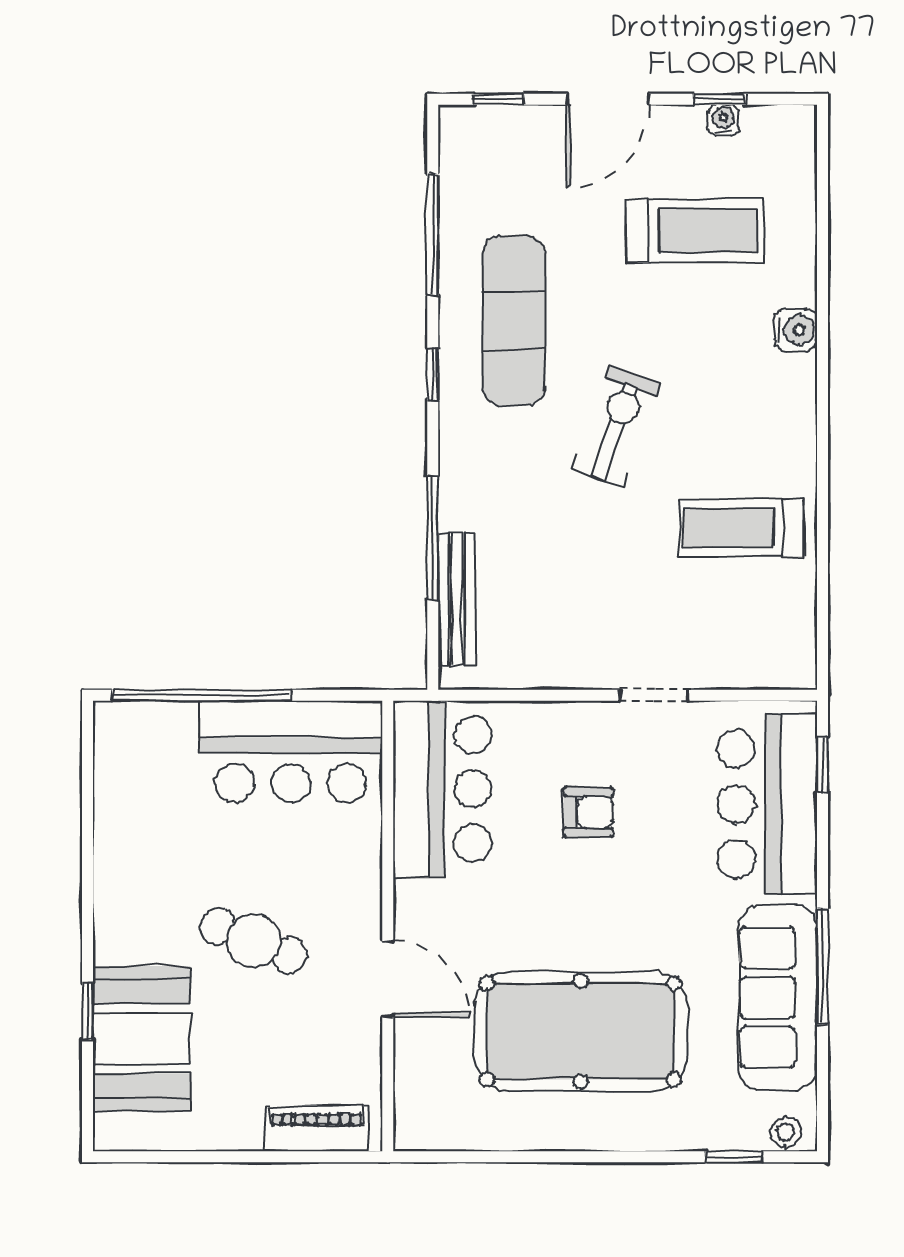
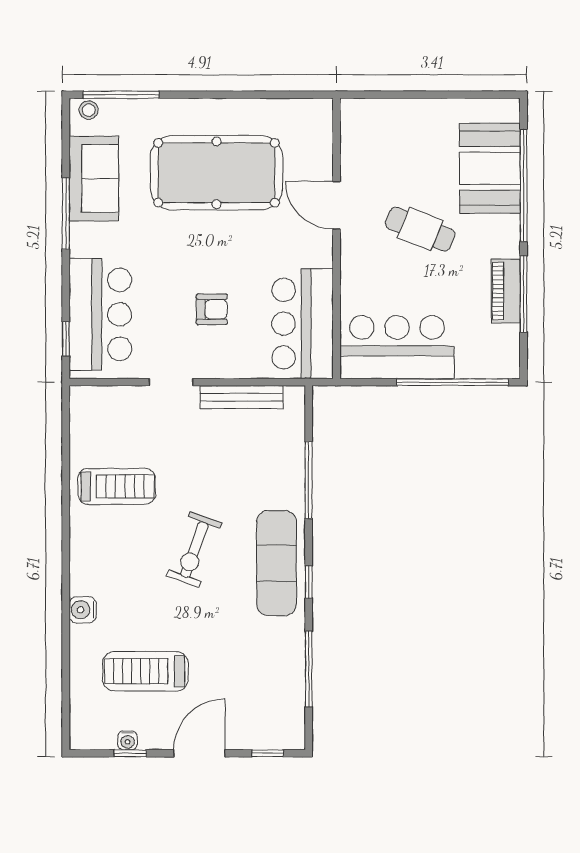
exercise mat: (514, 321) -> (276, 563), moved
bench: (457, 599) -> (242, 397), moved, turned 90
armchair: (588, 812) -> (212, 309), turned 180
window: (88, 837) -> (524, 294), added
sofa: (778, 998) -> (94, 178), width x0.73
window: (88, 1011) -> (524, 185), width x3.17
piano: (317, 1128) -> (506, 291), moved, turned 90
window: (734, 1157) -> (121, 95), width x2.17

